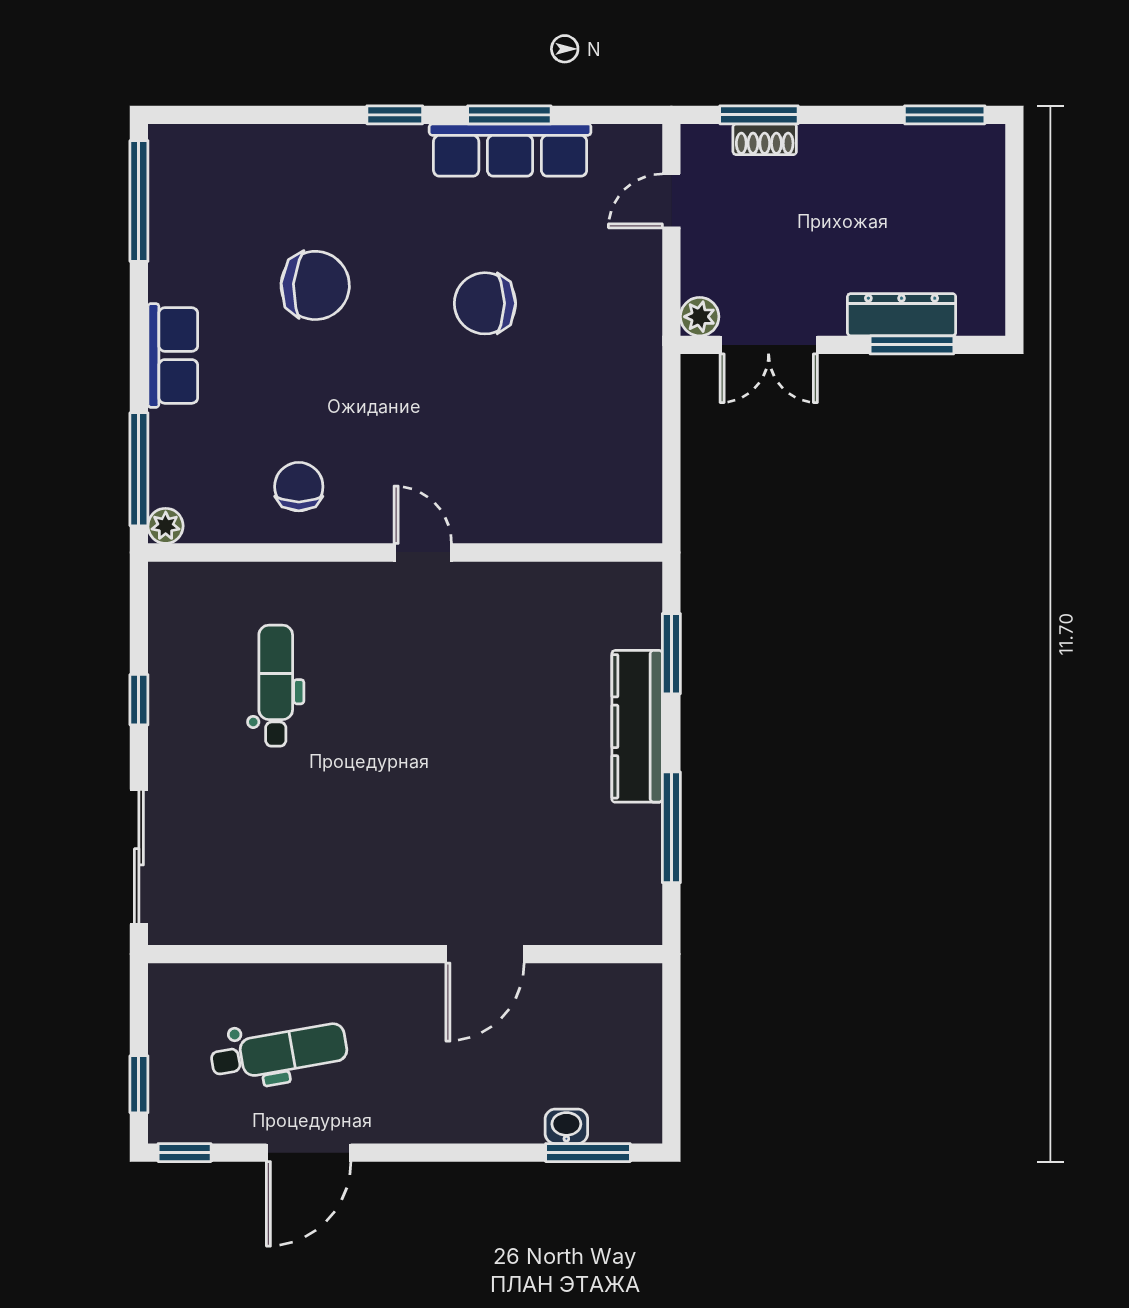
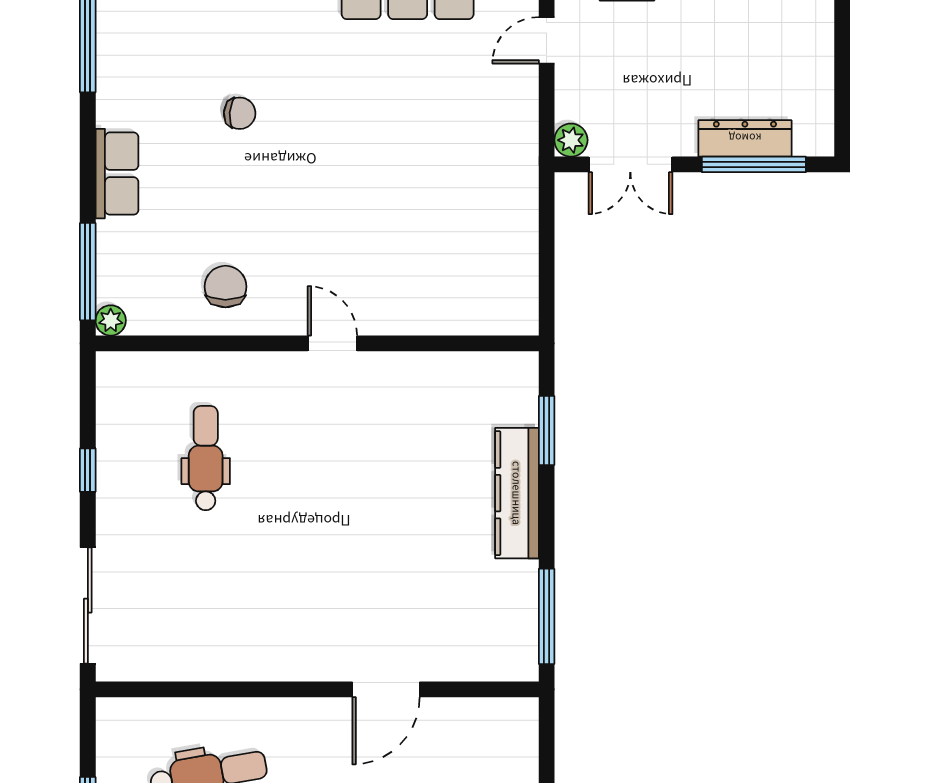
chair: (315, 285) -> (240, 113), width x0.54, depth x0.54
chair: (485, 303) -> (386, 129), removed
window: (912, 345) -> (754, 164), width x1.44
window: (671, 827) -> (547, 616), moved

